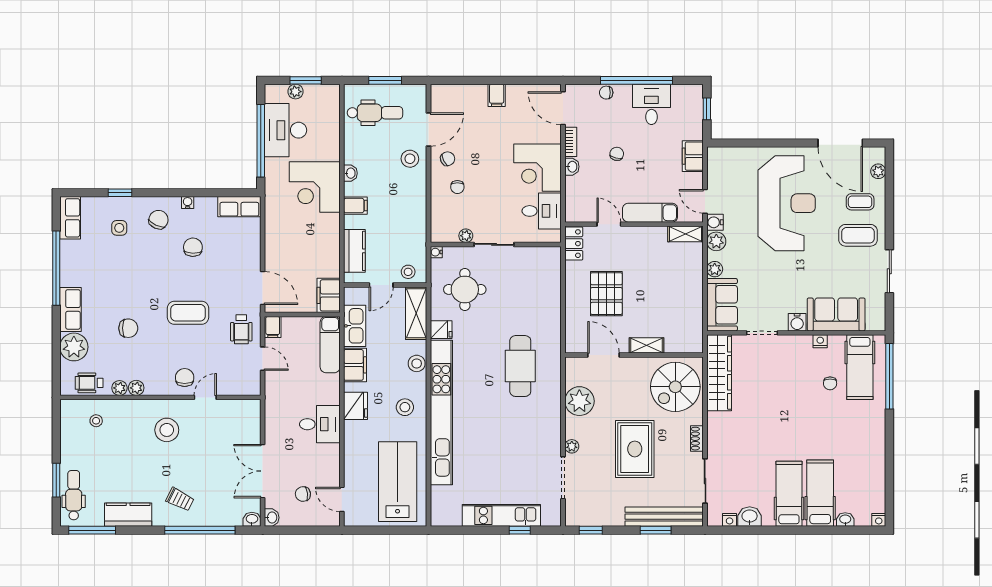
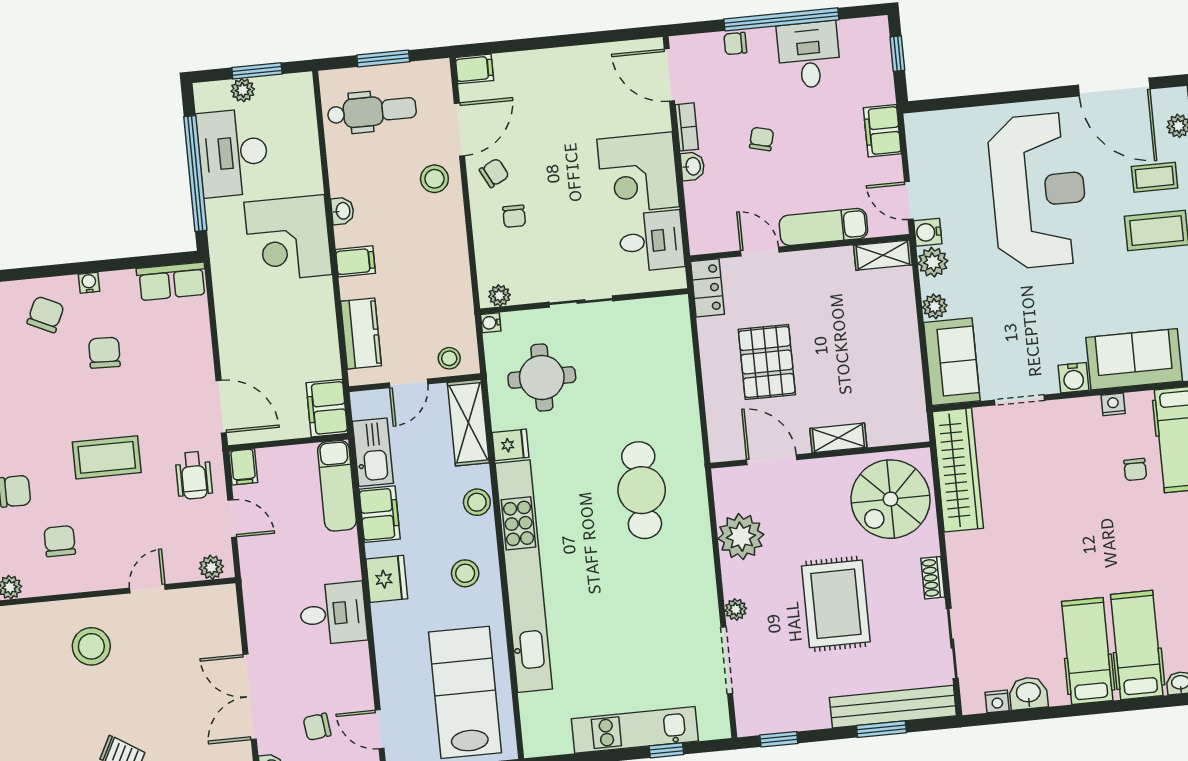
filing cabinet: (497, 95) -> (474, 69), moved, turned -90
plant: (466, 236) -> (499, 296), moved
chair: (185, 378) -> (60, 541), moved
plant: (136, 388) -> (211, 567), moved

